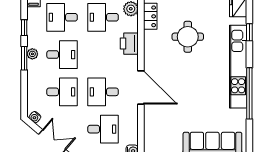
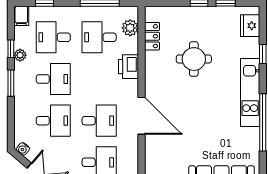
plant: (32, 54) -> (20, 55), moved
kitchen unit: (238, 67) -> (250, 93), width x0.73
desk: (103, 92) -> (99, 121), turned 180

